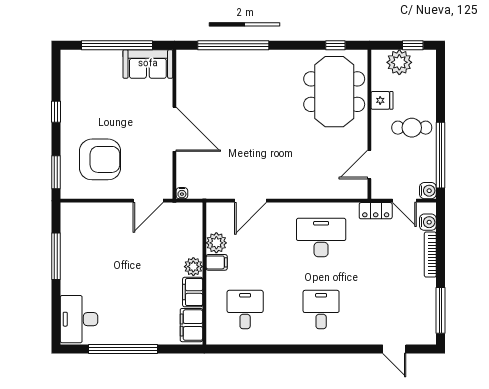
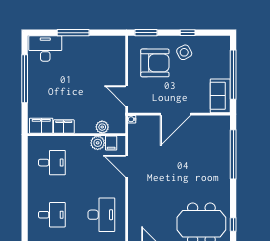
side table: (85, 117) -> (184, 52), added
armchair: (100, 159) -> (155, 63), turned -90
window: (56, 256) -> (73, 33), moved
filing cabinet: (217, 262) -> (111, 143), moved
plant: (193, 267) -> (102, 127), moved

